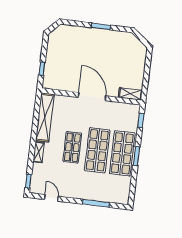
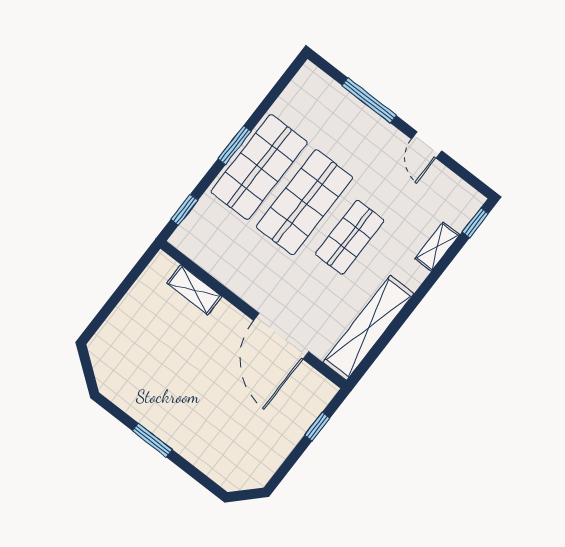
shelving: (130, 94) -> (194, 290), moved
door: (92, 97) -> (281, 336), moved
shelving: (39, 152) -> (437, 247), moved
door: (51, 198) -> (427, 145), moved

